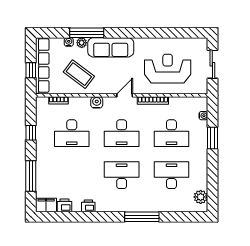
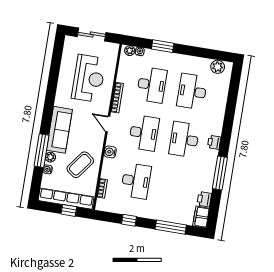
reception desk: (168, 69) -> (89, 78), turned 180
plant: (202, 105) -> (130, 51), added
printer: (88, 206) -> (214, 142), moved
window: (142, 217) -> (220, 173), moved

